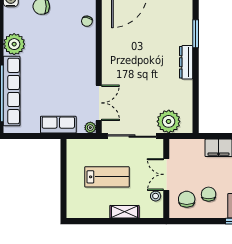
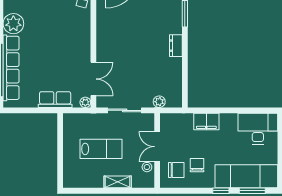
dresser: (186, 62) -> (176, 46), width x0.70
plant: (169, 121) -> (159, 102), width x0.53, depth x0.53
sliding door: (132, 136) -> (125, 110), width x0.73
chair: (187, 199) -> (176, 170), turned 90

